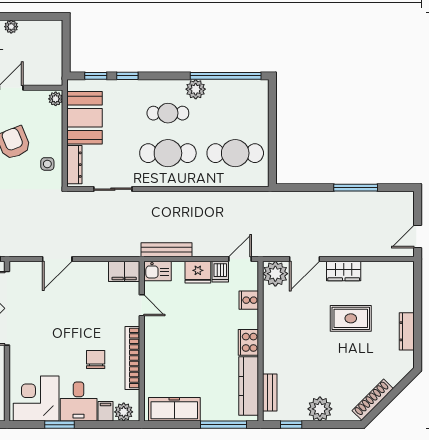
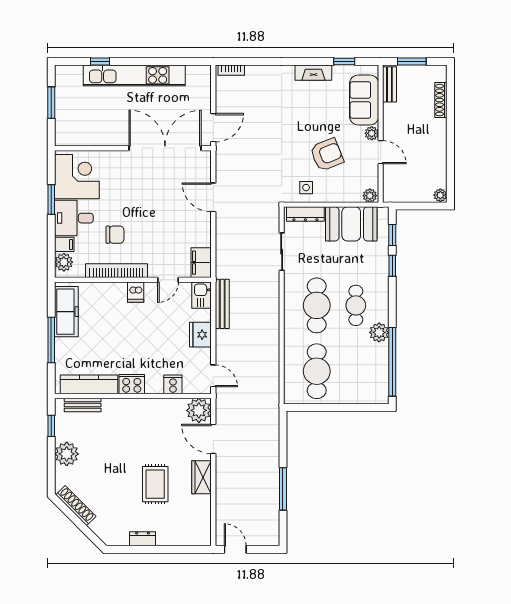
plant: (11, 27) -> (440, 195), moved
dishwasher: (220, 272) -> (136, 292), moved, turned -90
dresser: (407, 331) -> (143, 539), width x0.70
window: (224, 425) -> (51, 340), moved

